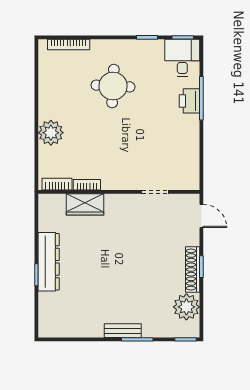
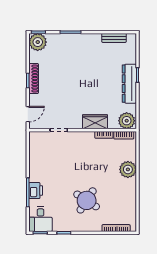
round table: (113, 86) -> (87, 200), turned 30
wardrobe: (85, 204) -> (95, 122), moved
plant: (53, 206) -> (127, 121), added
door: (201, 216) -> (28, 114), swing flipped
plant: (186, 307) -> (38, 42), moved
bench: (123, 331) -> (114, 38), moved

